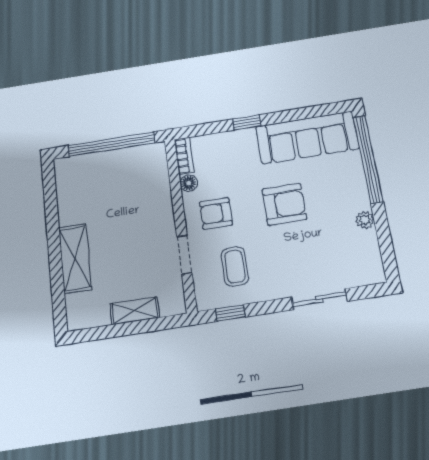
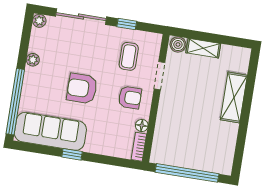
window: (247, 122) -> (72, 154), moved
plant: (376, 275) -> (39, 21), added
sliding door: (319, 299) -> (81, 17), width x1.37
boiler: (171, 304) -> (178, 44), added
window: (230, 313) -> (127, 24), moved

